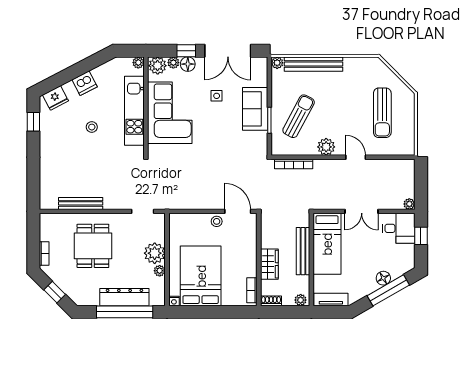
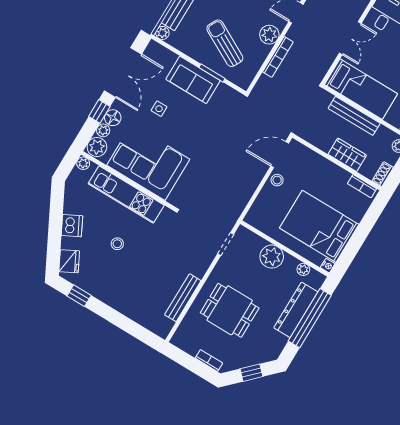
bookcase: (294, 164) -> (278, 57), moved
plant: (160, 271) -> (303, 269), moved

